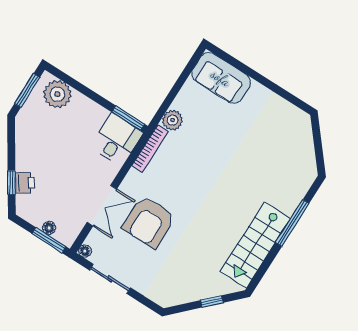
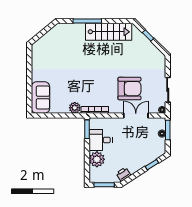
plant: (57, 94) -> (97, 159), moved
desk: (117, 140) -> (101, 140), moved
printer: (25, 183) -> (123, 174), moved

